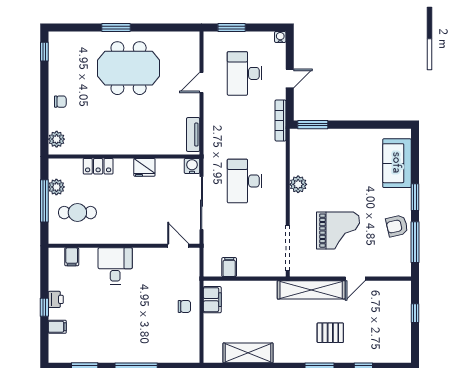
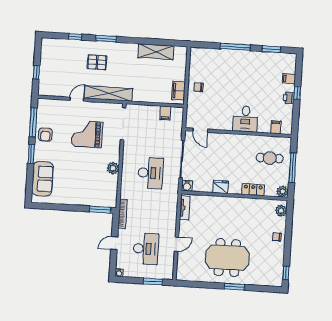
plant: (56, 187) -> (282, 191), moved
armchair: (397, 226) -> (45, 135), turned 103

